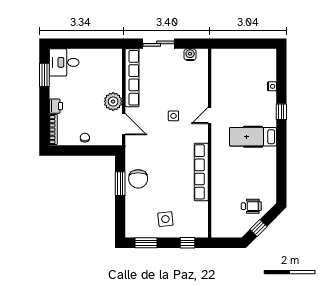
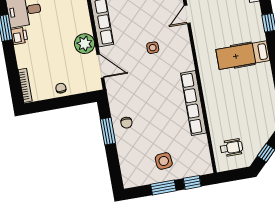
printer: (56, 106) -> (19, 36), moved
door: (210, 115) -> (187, 14), moved
chair: (138, 179) -> (126, 123), width x0.54, depth x0.54
wheelchair: (251, 206) -> (231, 148), moved
window: (146, 243) -> (163, 187), moved

